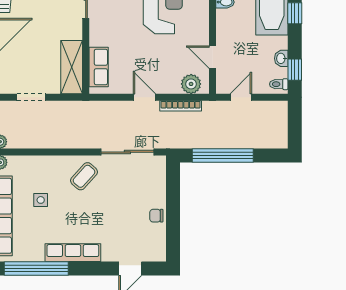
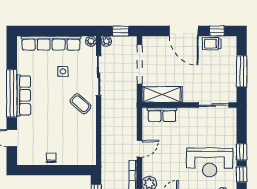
doorway: (31, 97) -> (139, 64), width x1.88
sliding door: (127, 152) -> (99, 76), moved
window: (36, 269) -> (12, 93), moved

